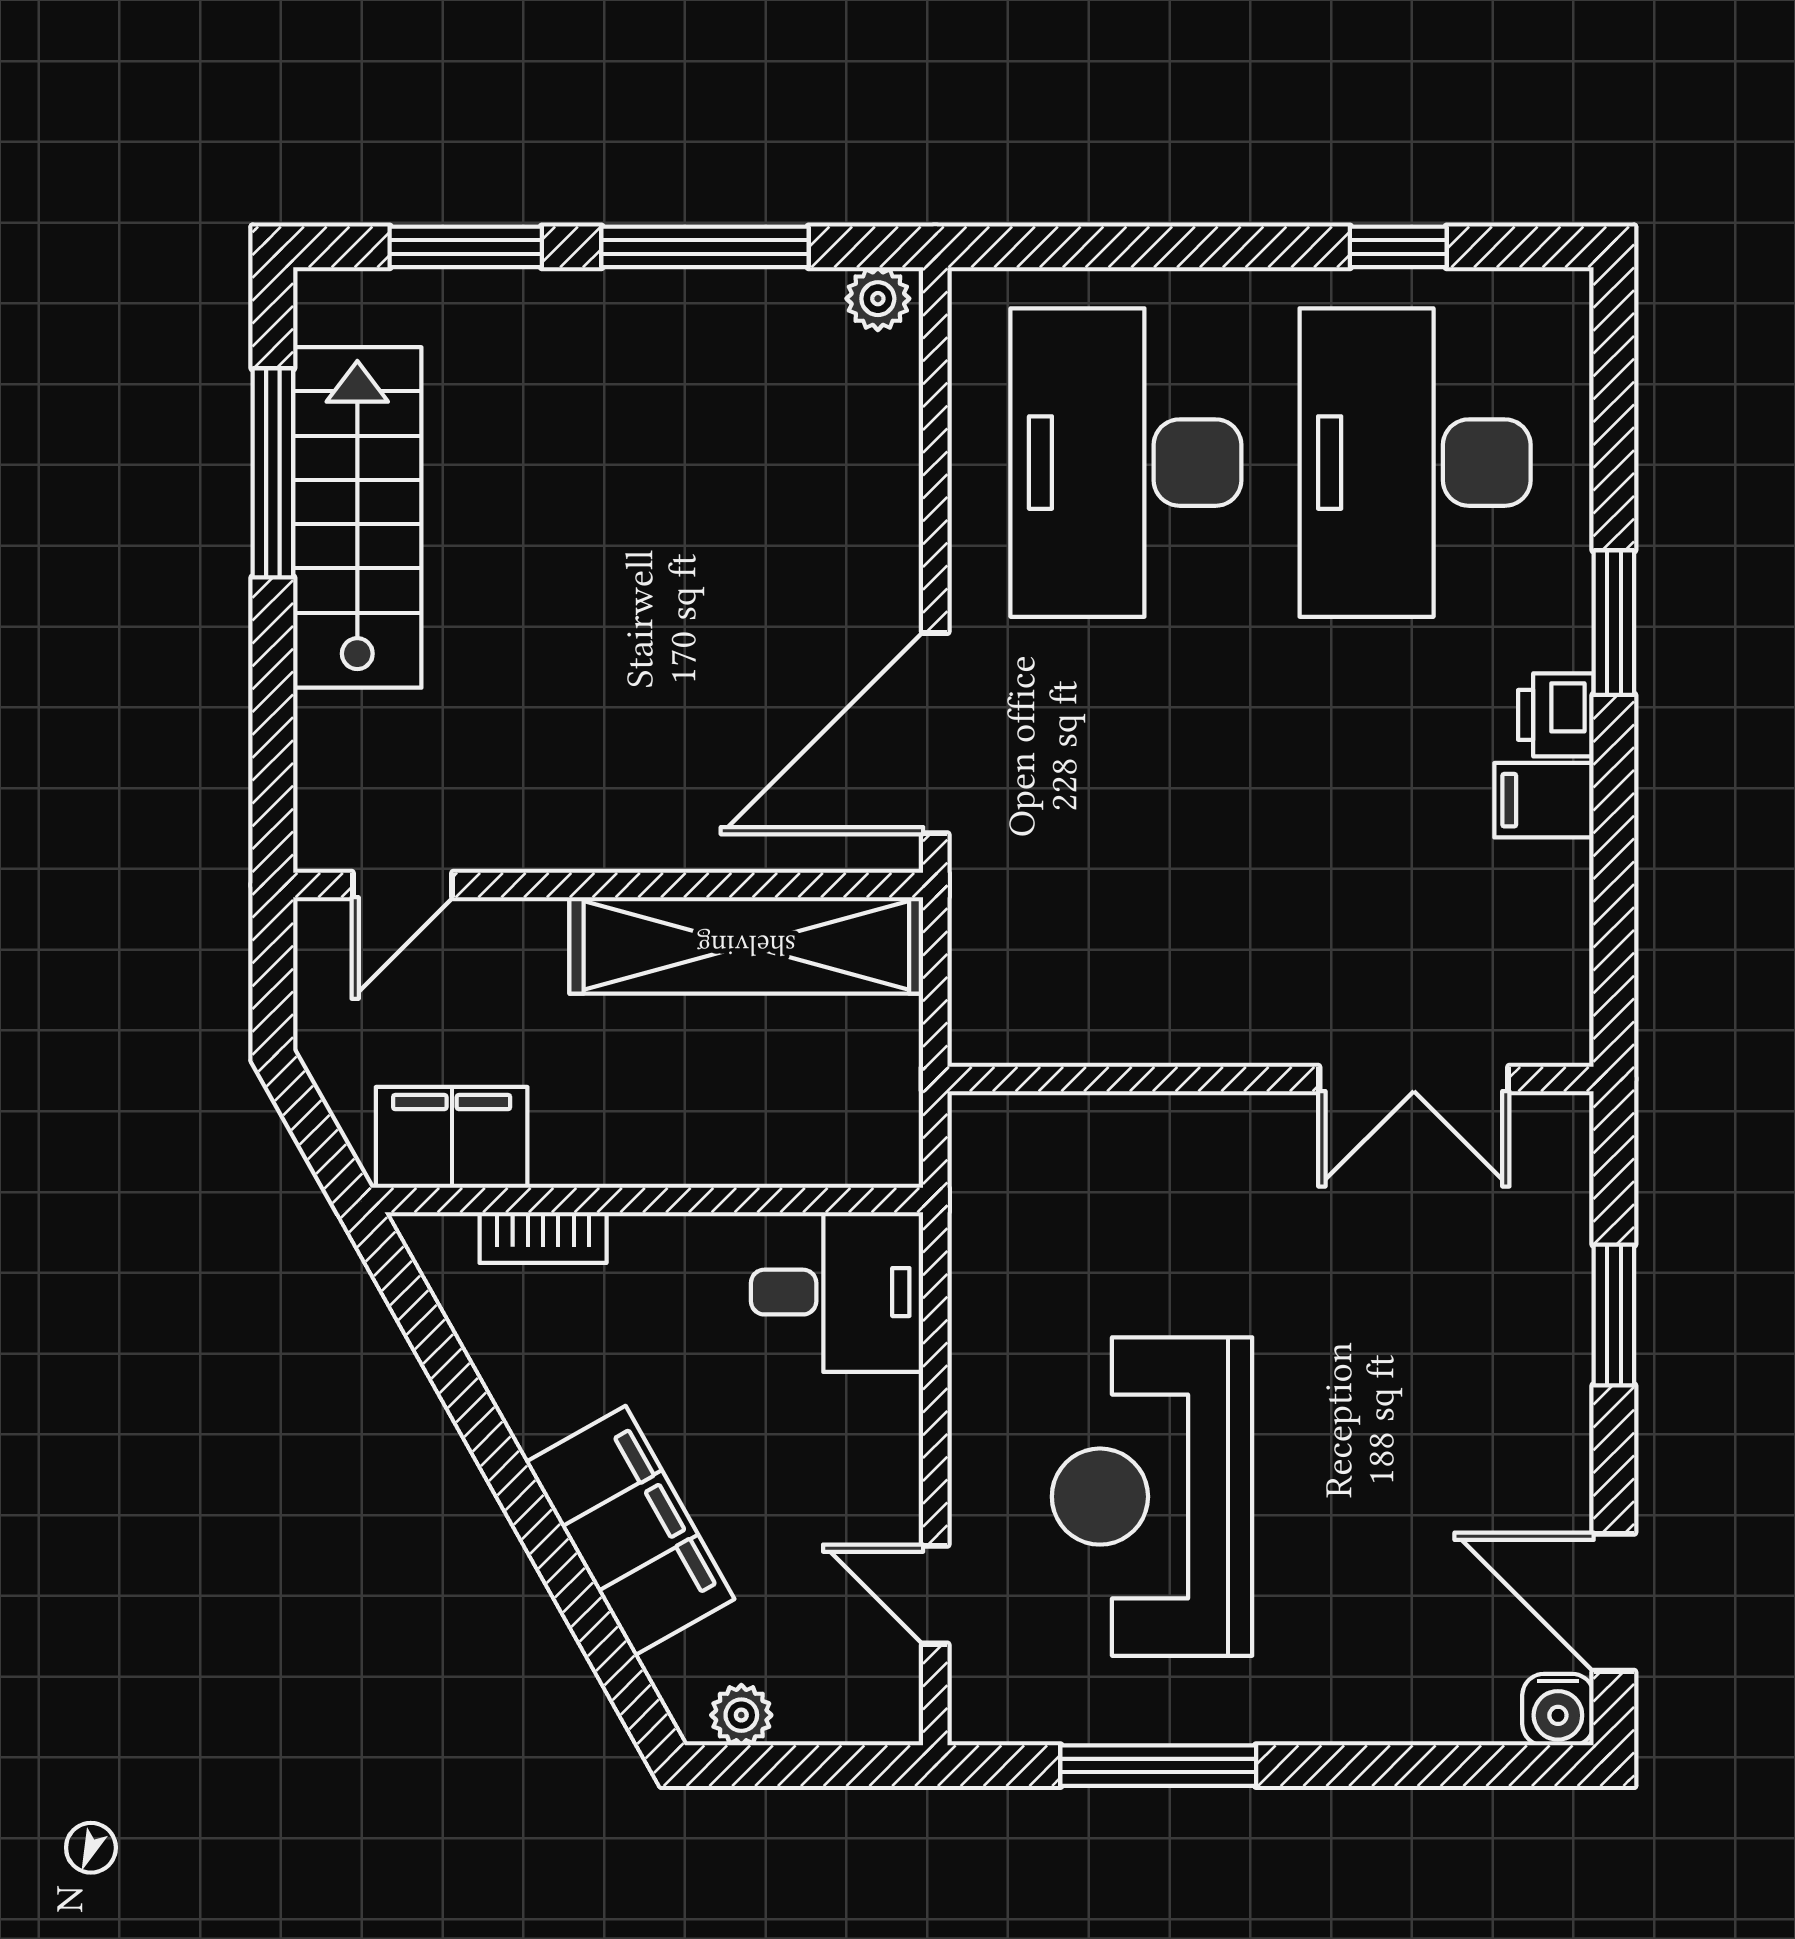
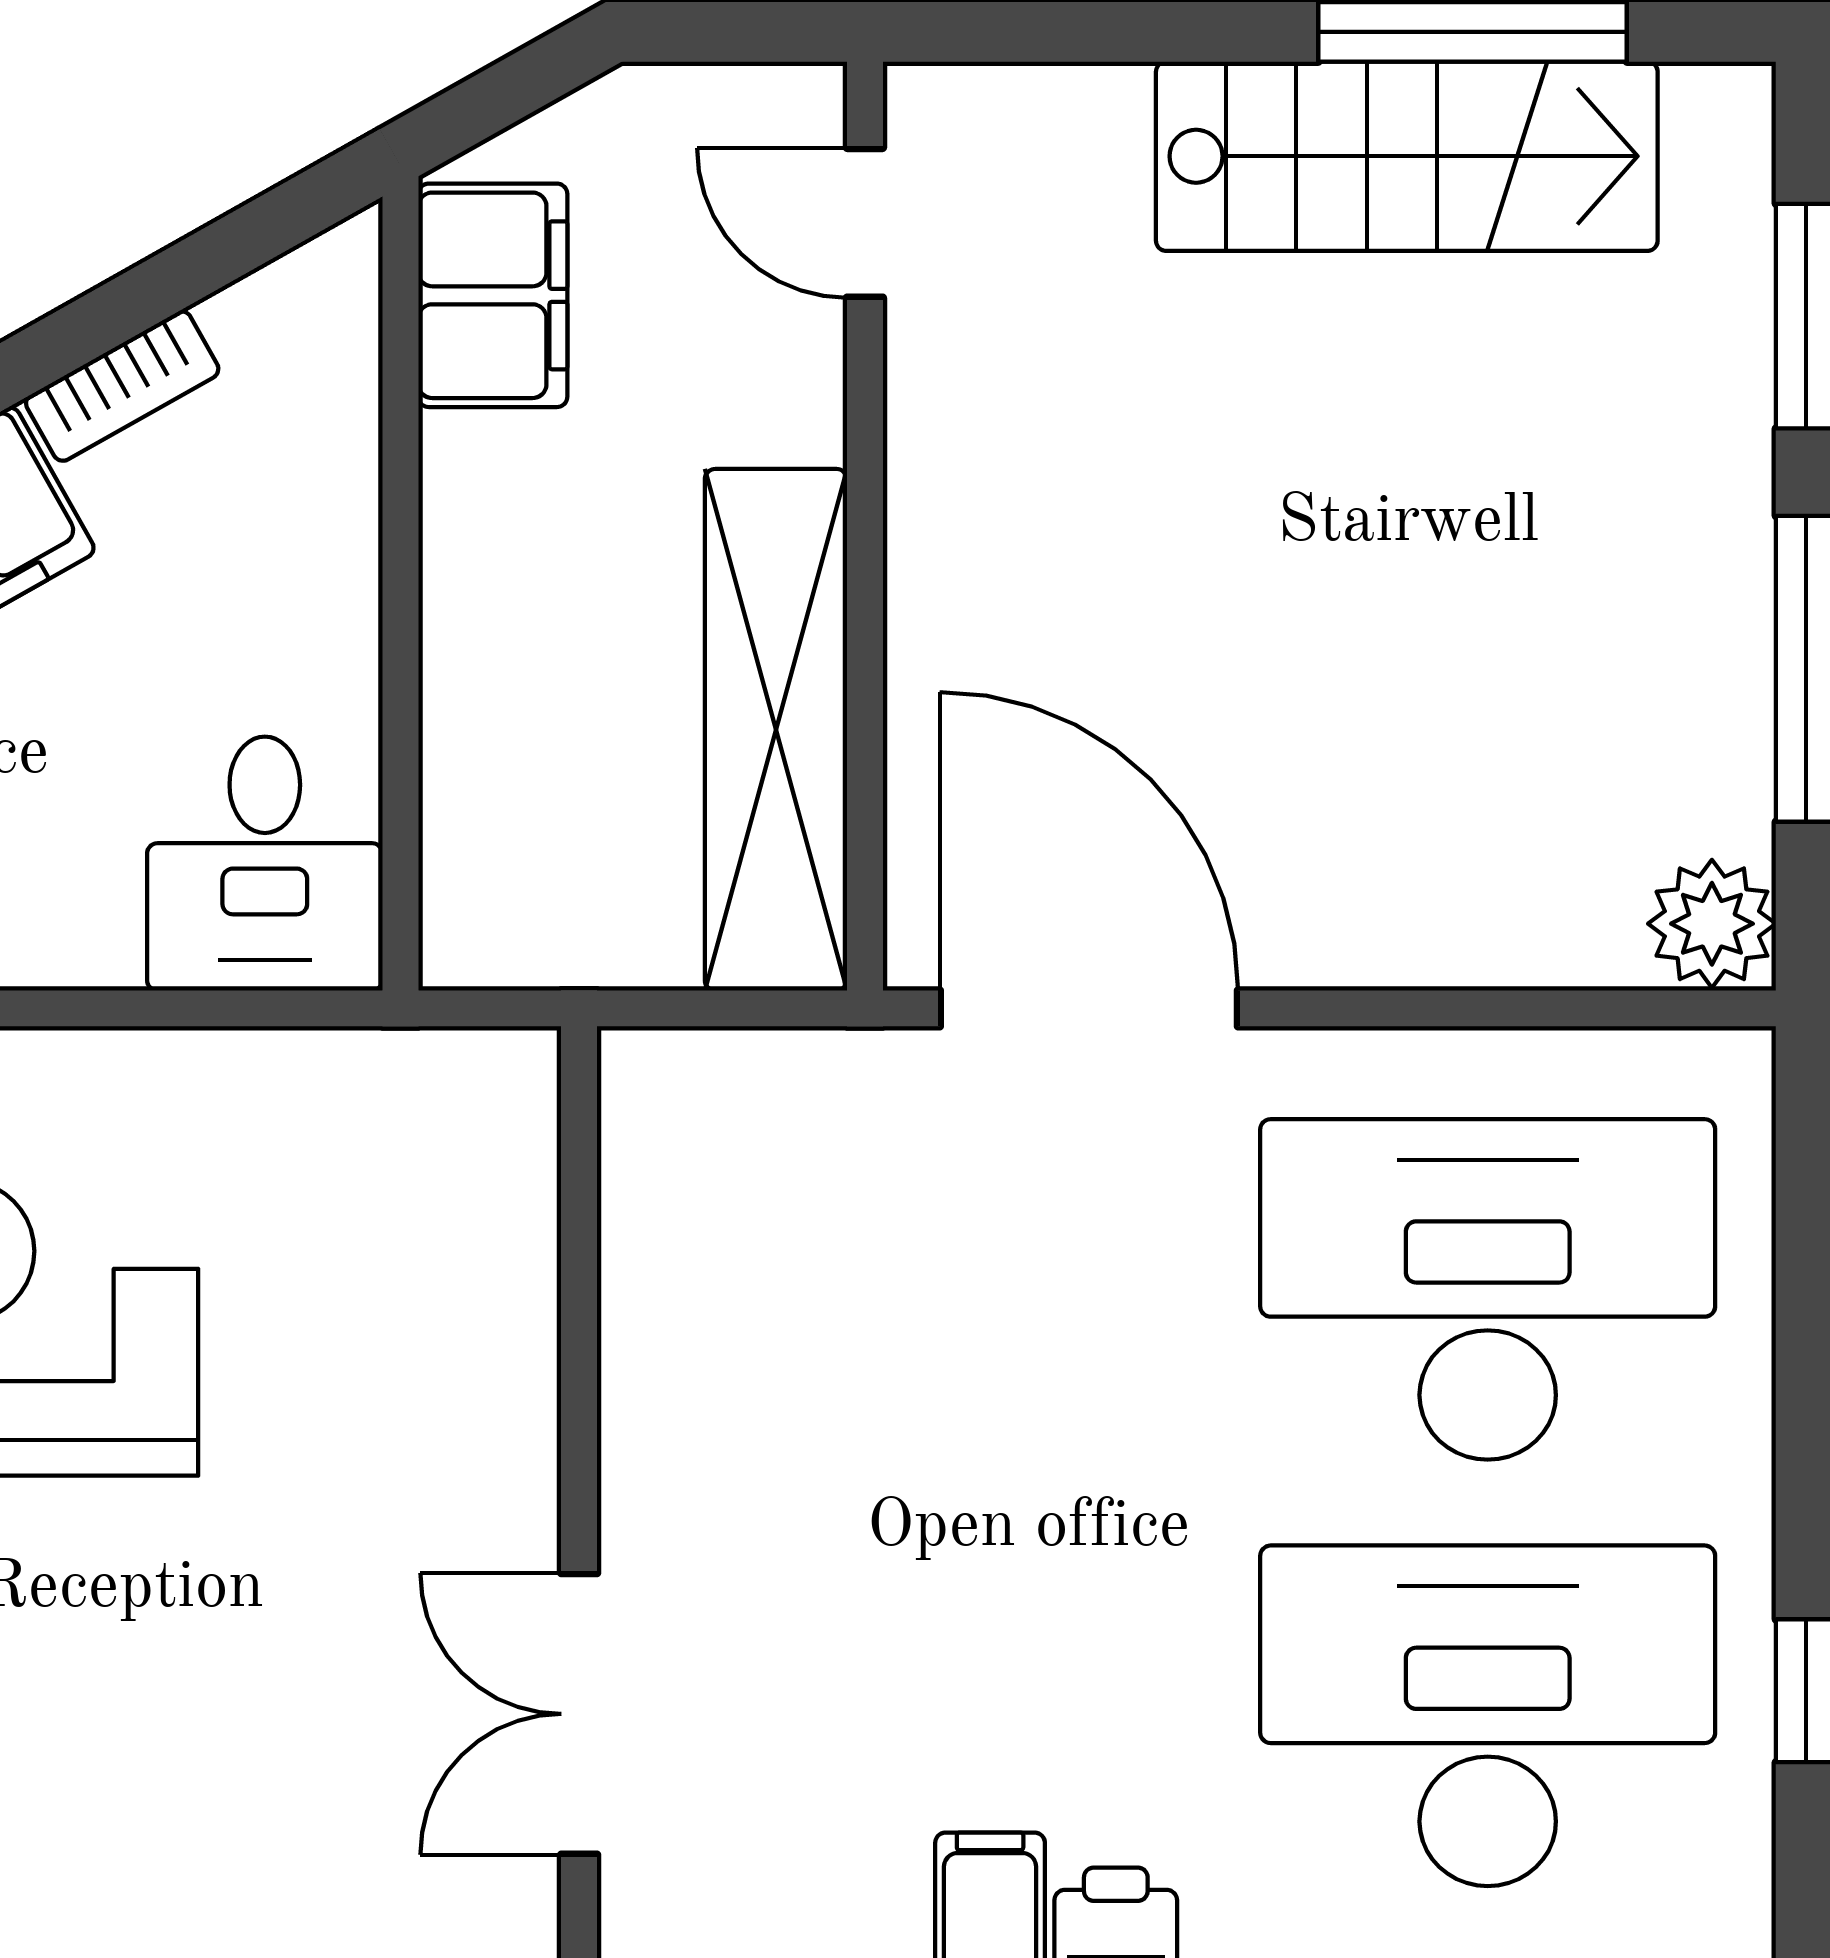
plant: (878, 299) -> (1712, 924), width x1.38, depth x1.38
bookcase: (543, 1238) -> (122, 386), moved, turned -119

